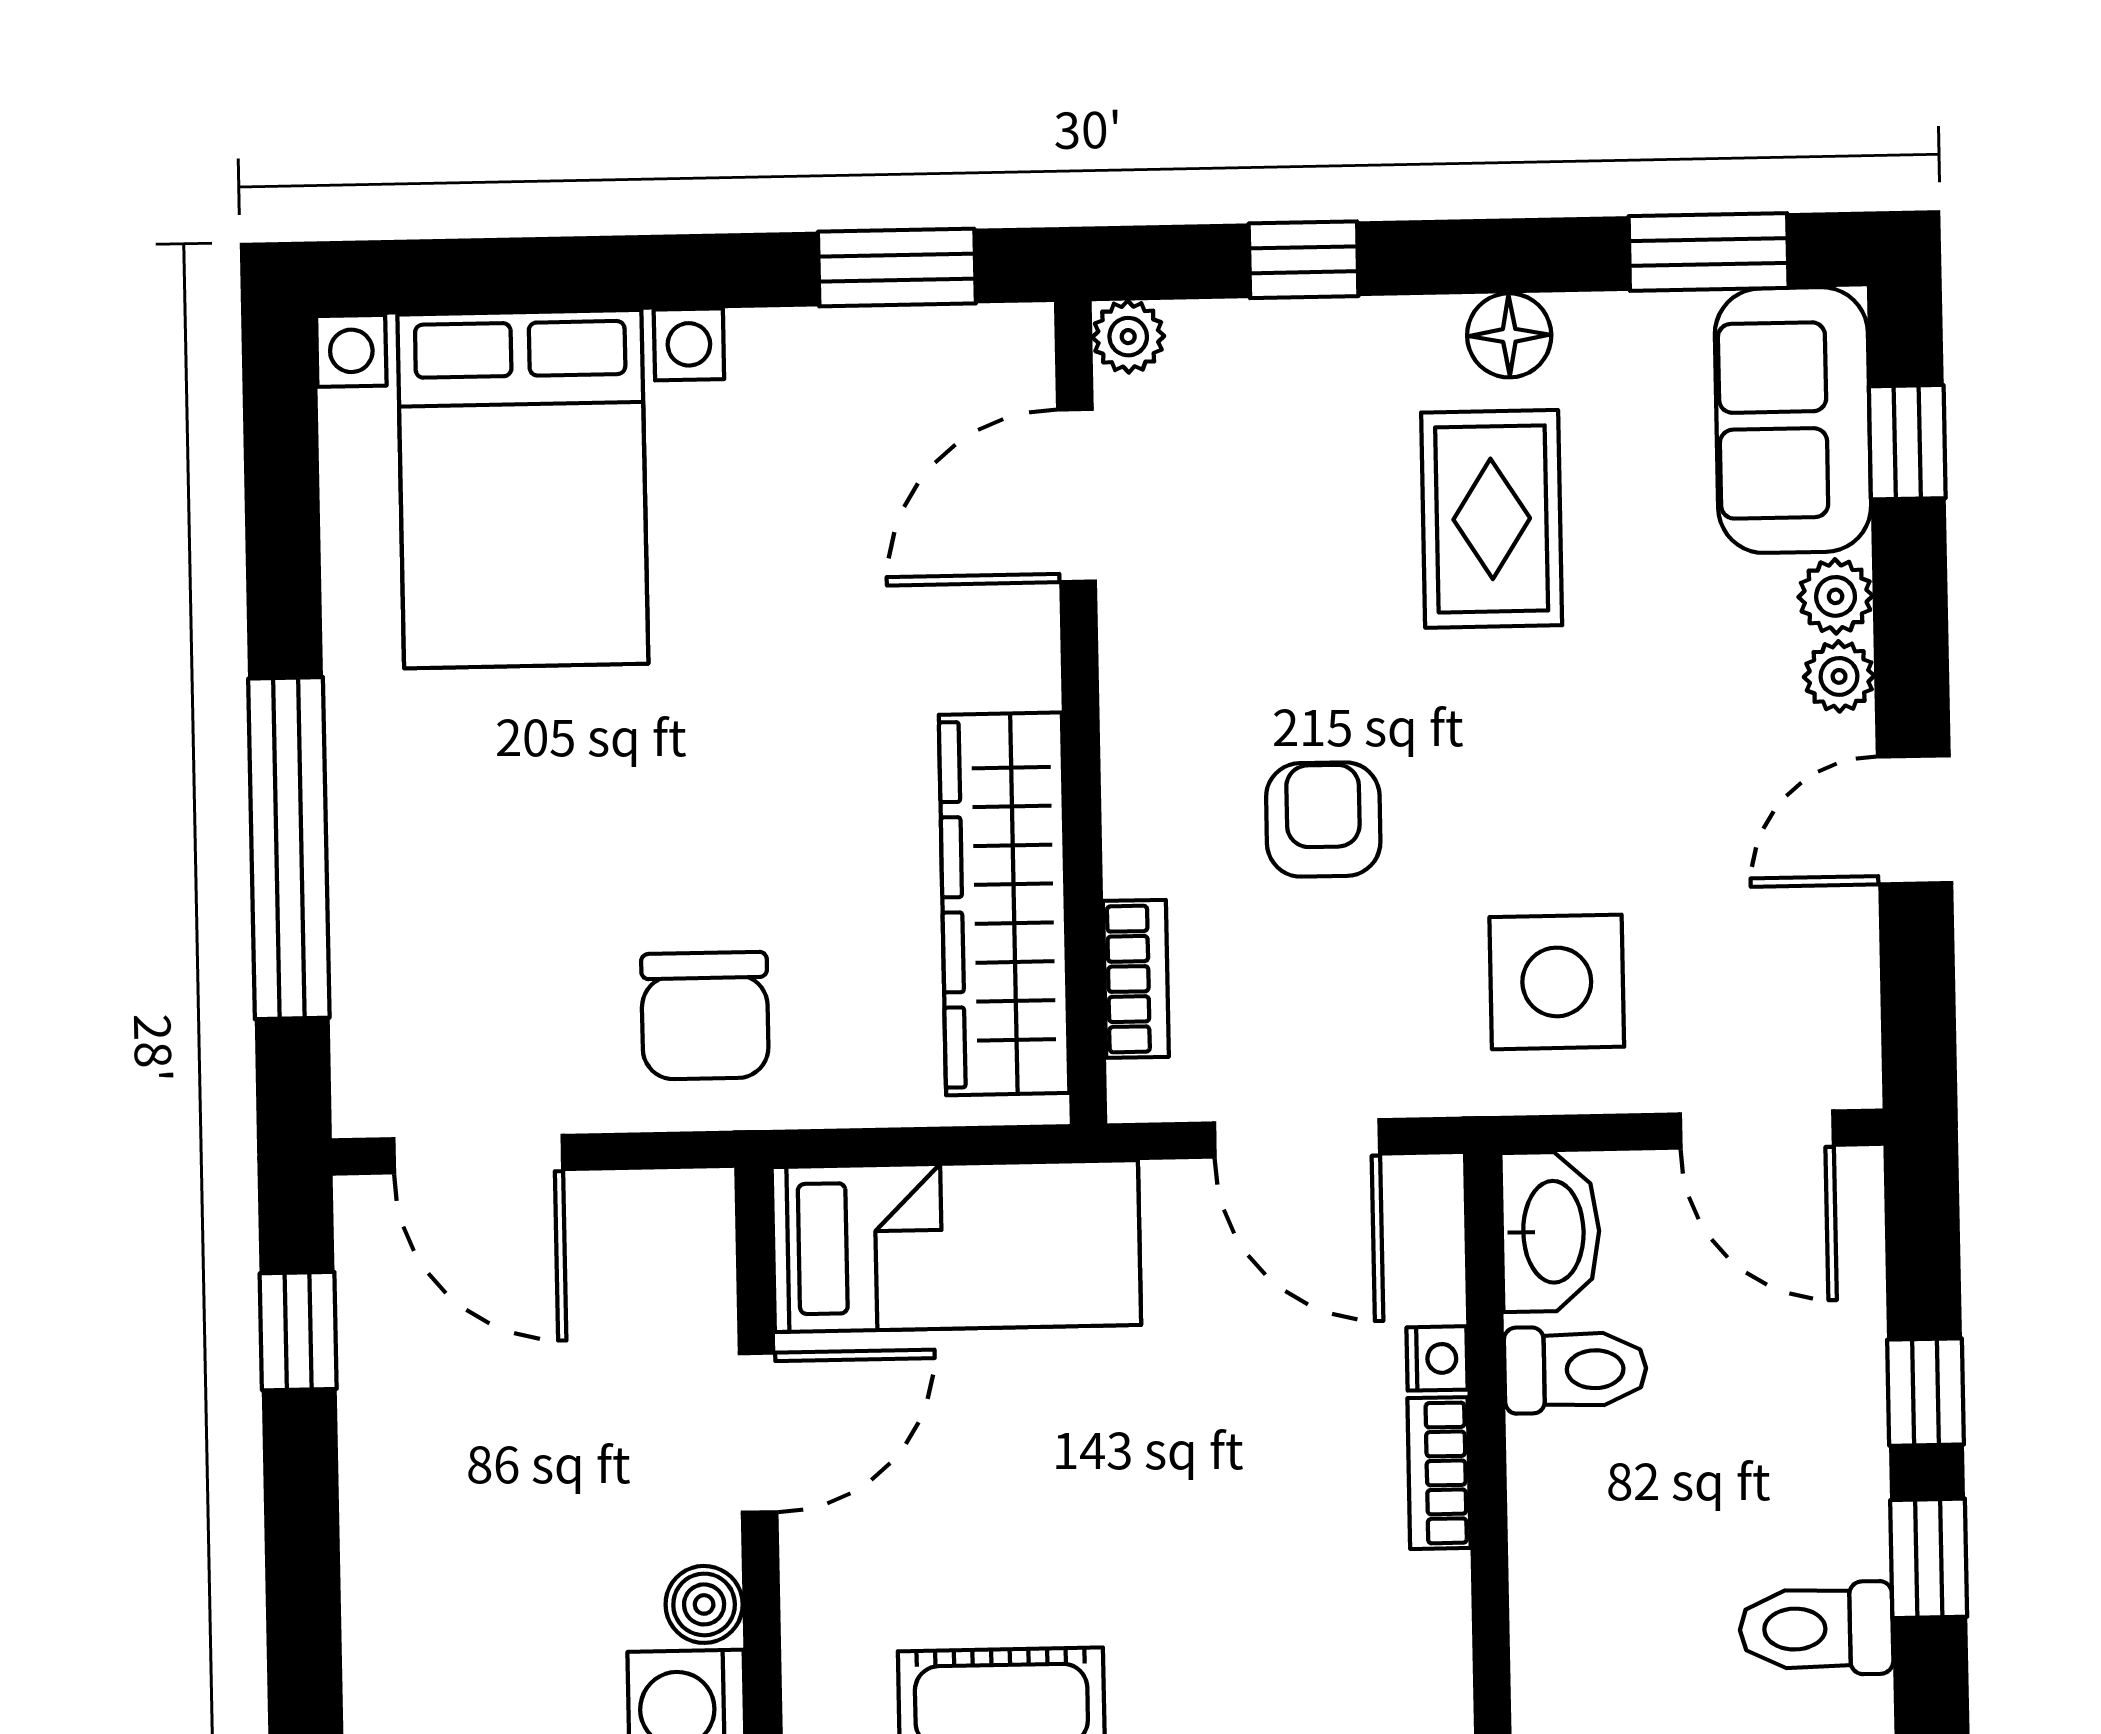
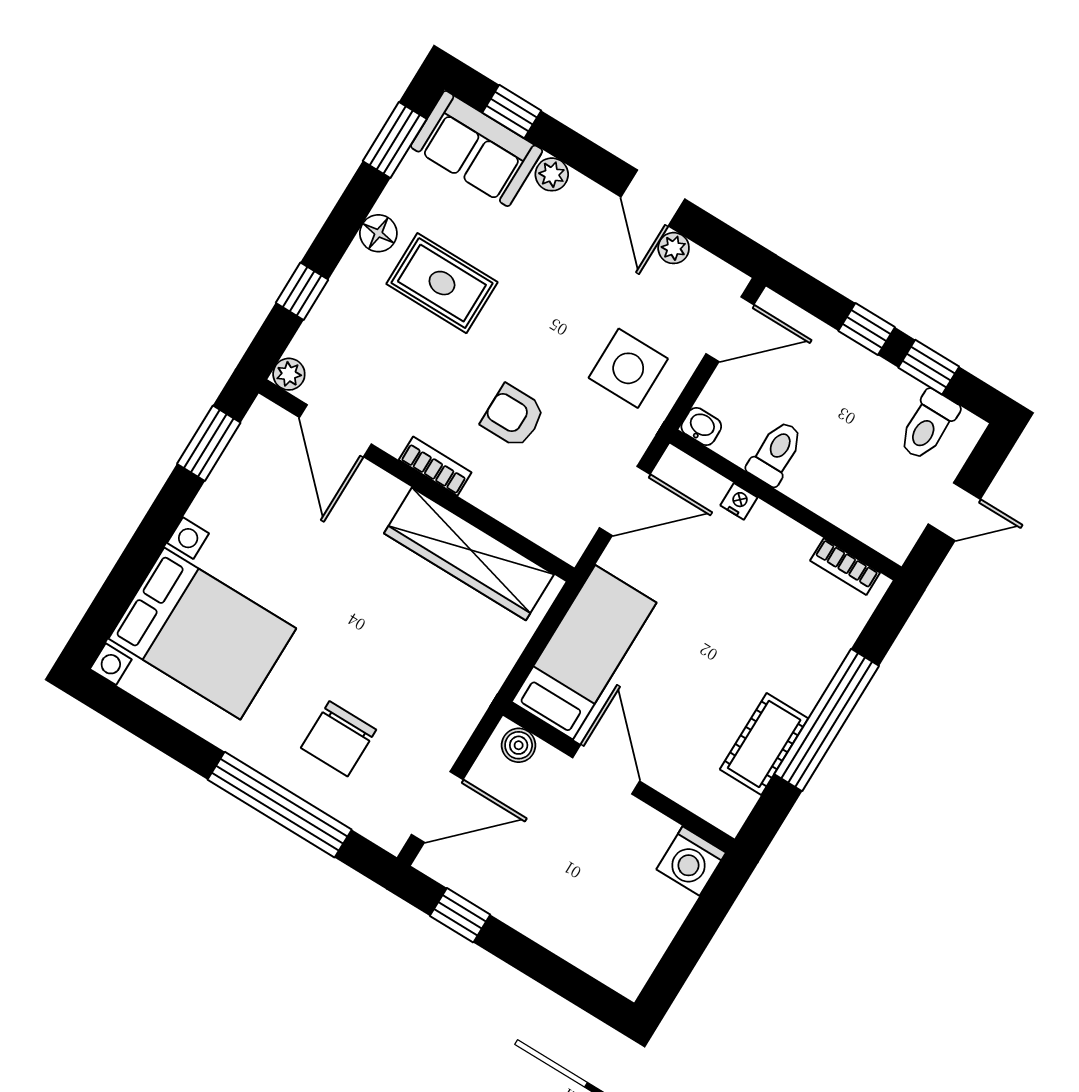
plant: (1839, 676) -> (674, 248), moved
bookcase: (1136, 979) -> (435, 466), moved
chair: (705, 1016) -> (339, 739), moved, turned 90
washbasin: (1550, 1232) -> (701, 427), width x0.52, depth x0.69
bookcase: (1439, 1473) -> (845, 567), moved
boiler: (704, 1604) -> (519, 745), moved

